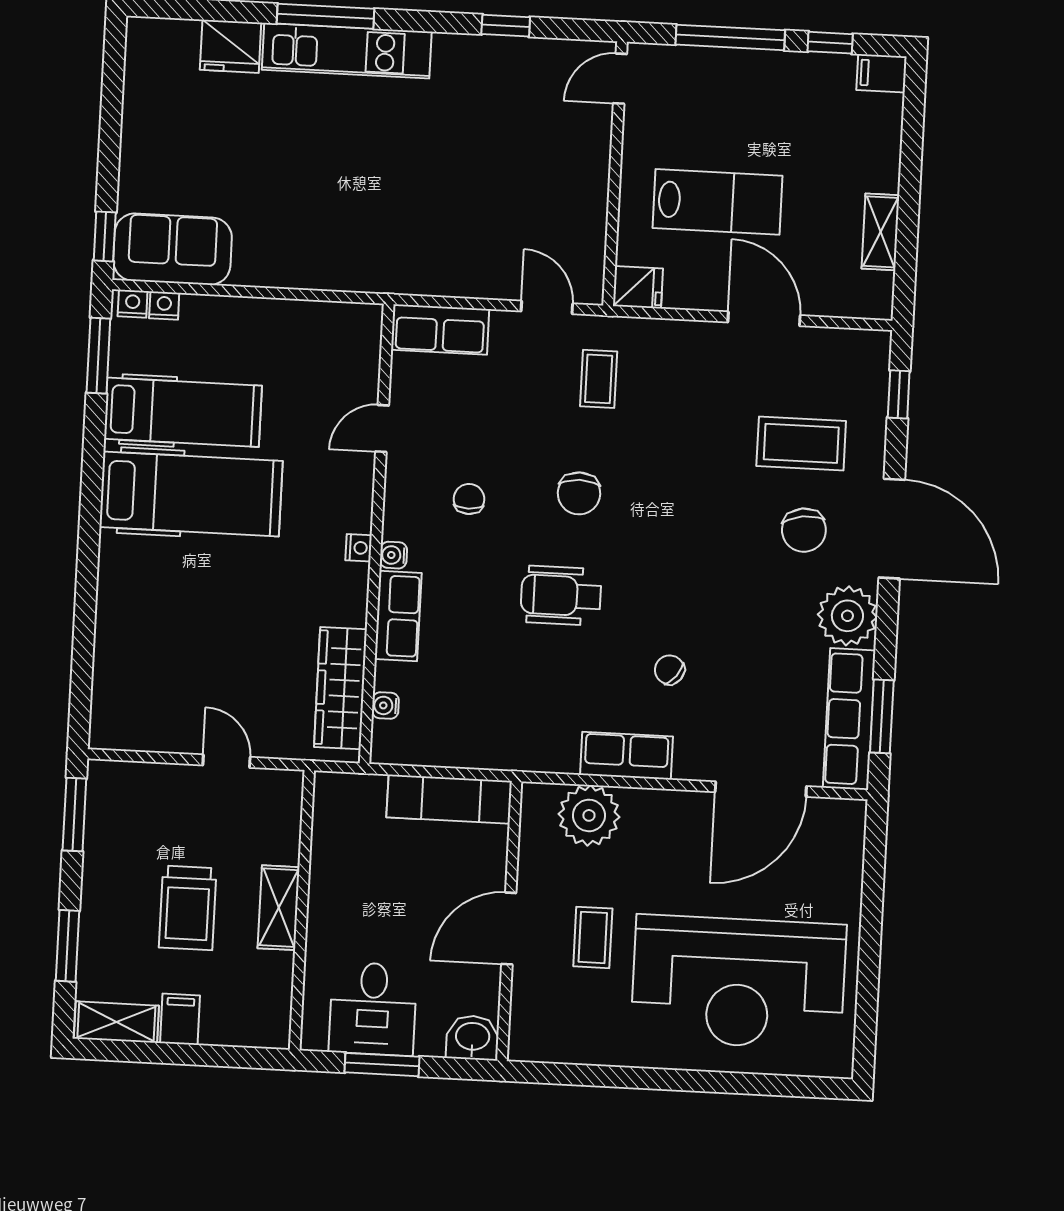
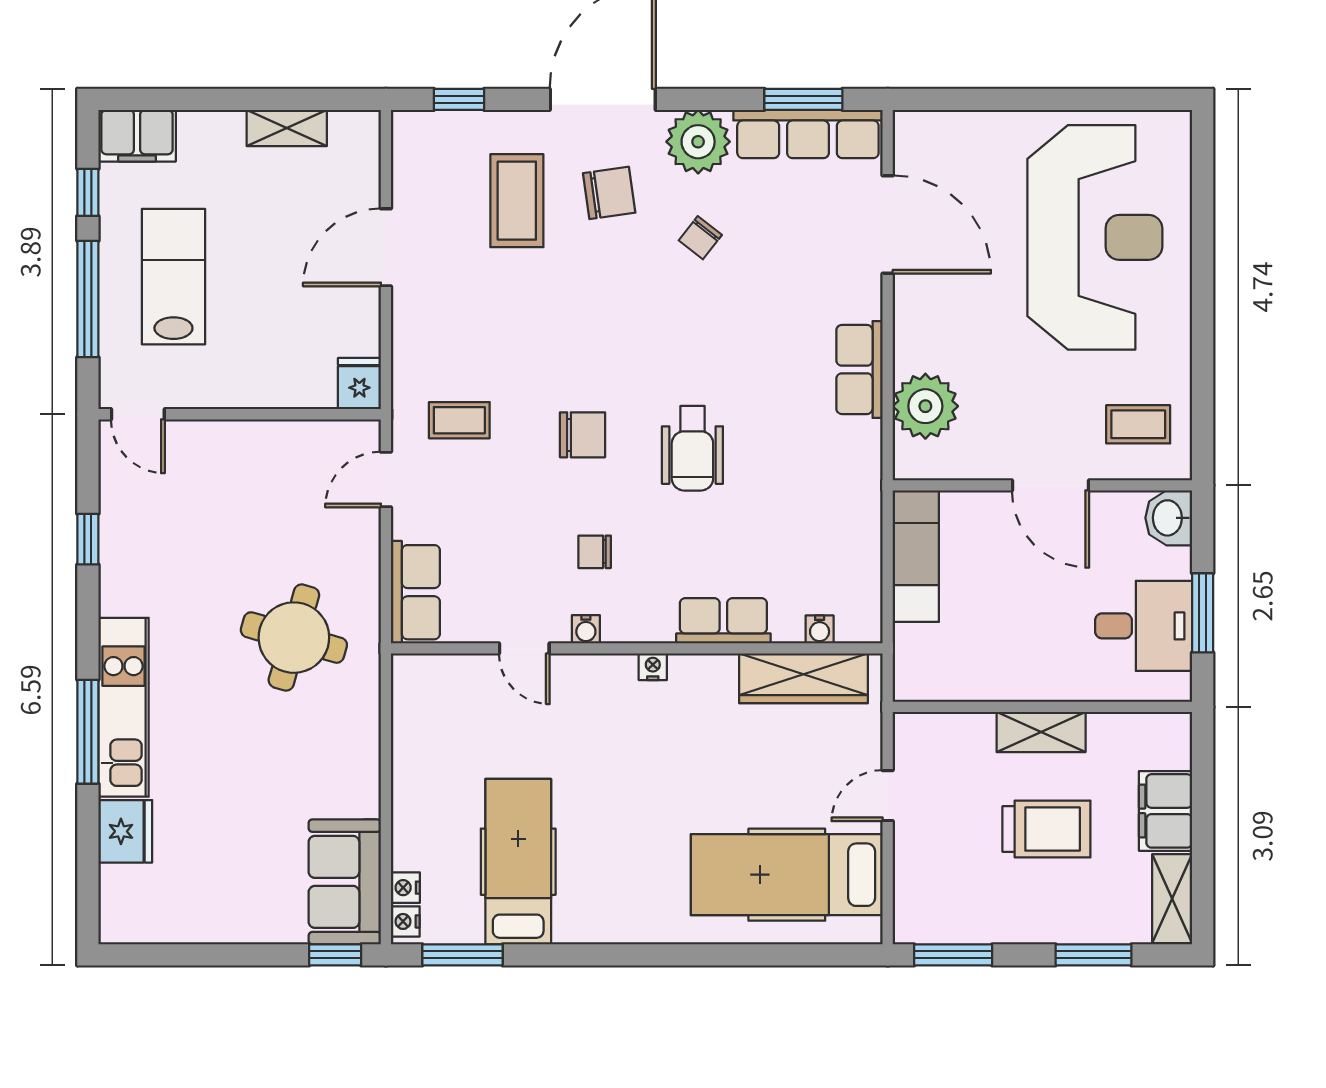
filing cabinet: (882, 73) -> (137, 136), width x2.00
lab bench: (718, 202) -> (173, 277), moved
round table: (404, 214) -> (294, 638), added
hospital bed: (191, 494) -> (787, 875), moved, turned -90
water cooler: (393, 555) -> (586, 629), moved
chair: (670, 670) -> (700, 238), moved
coffee table: (593, 937) -> (1138, 424), moved
filing cabinet: (180, 1019) -> (1166, 811), width x2.00

